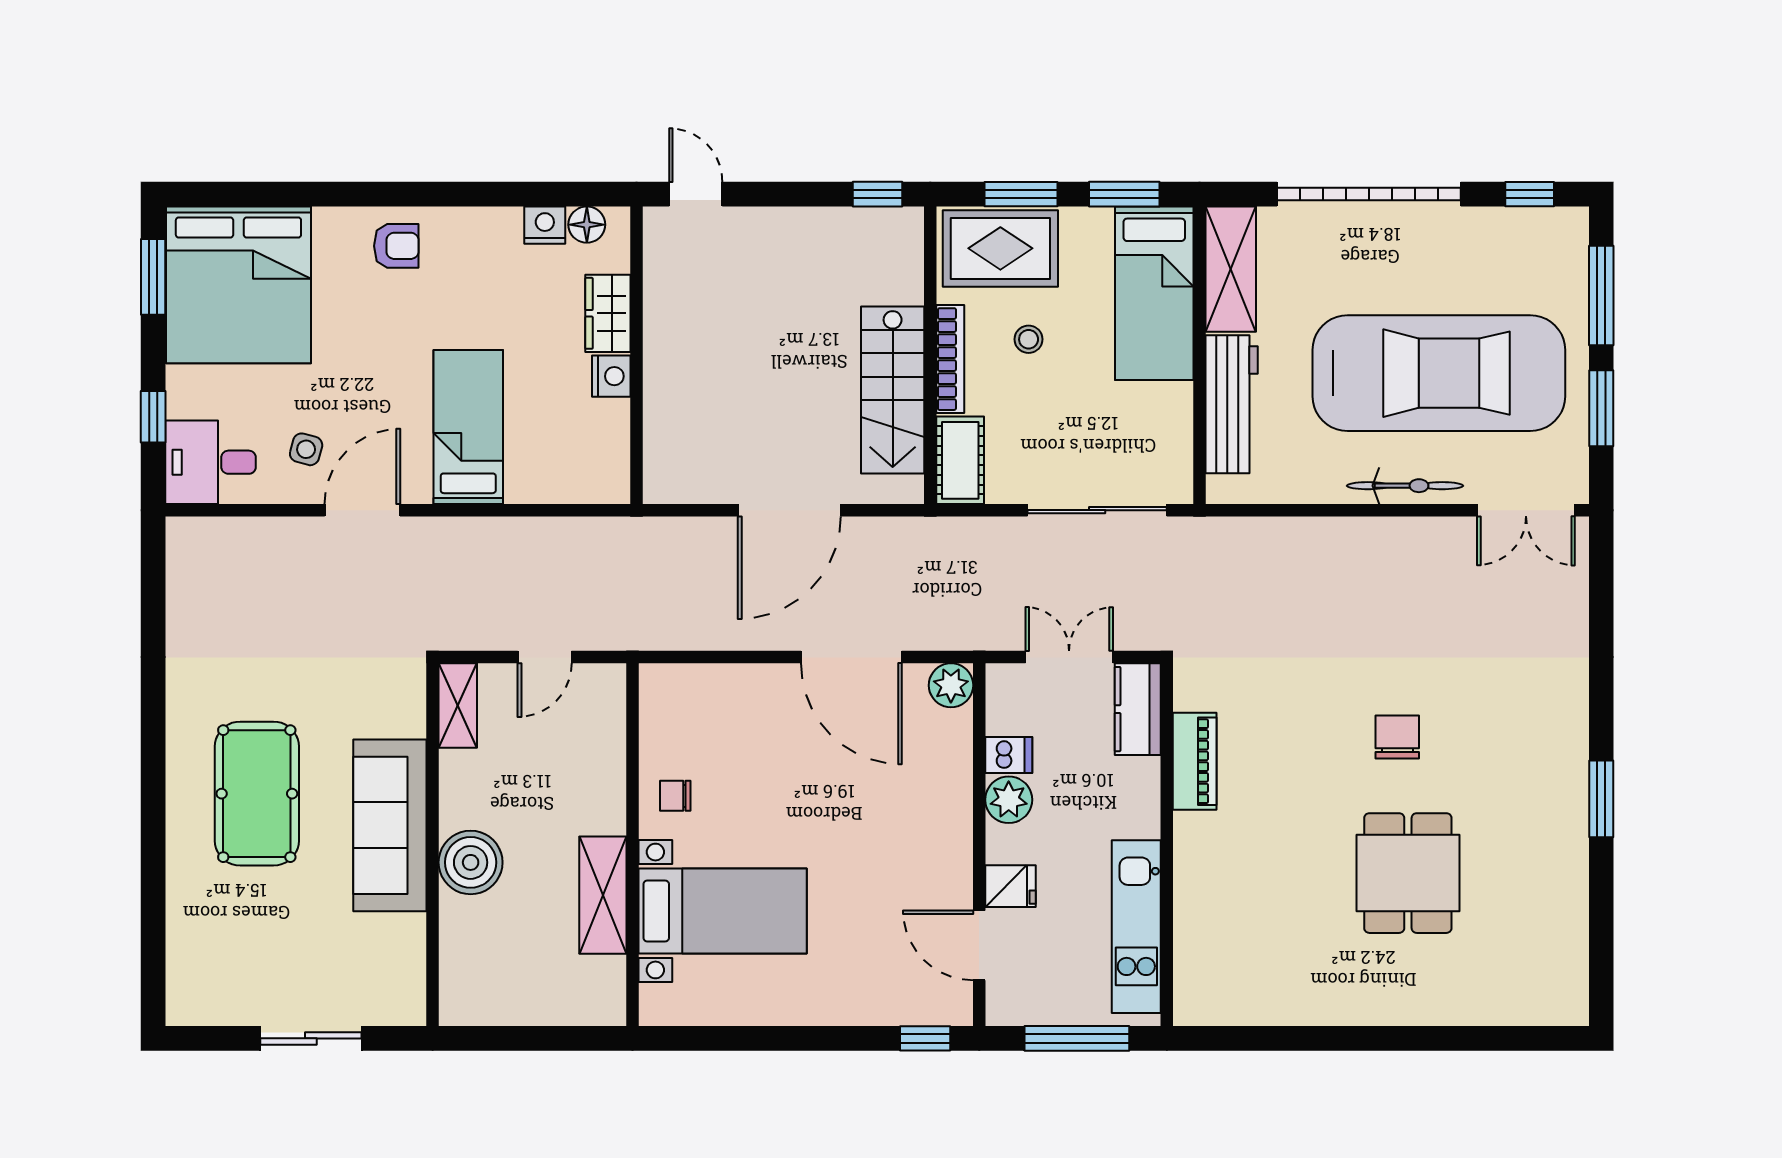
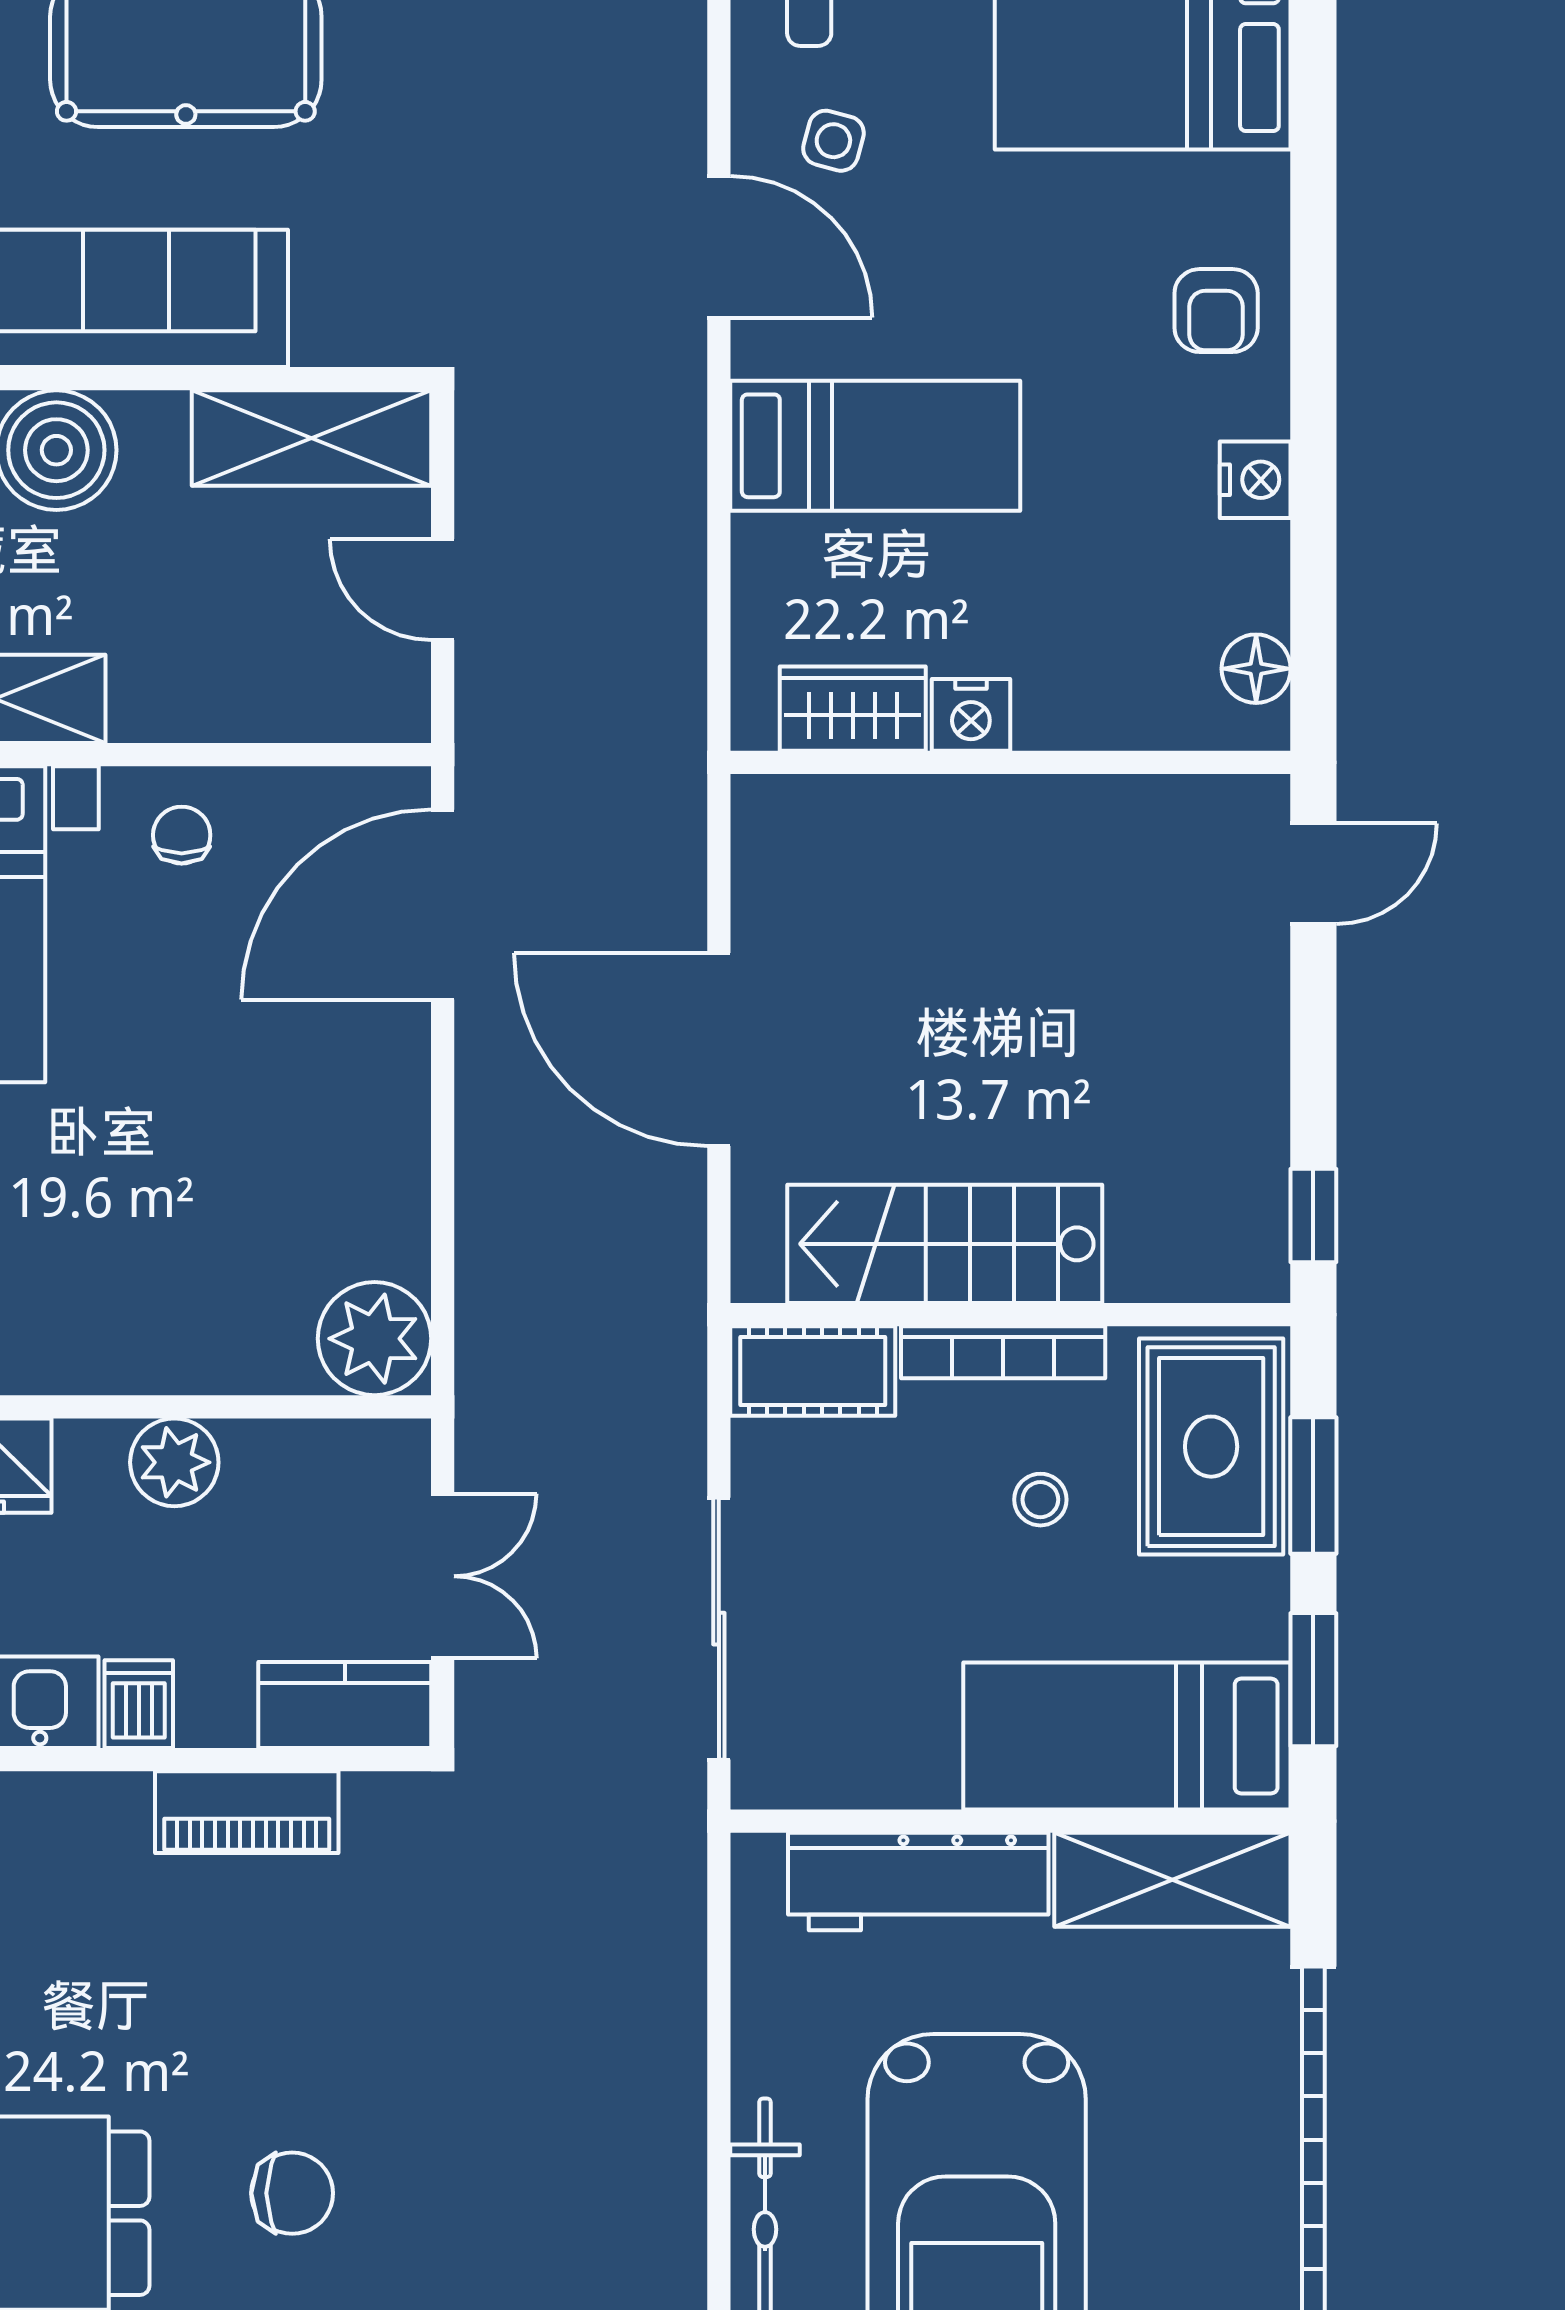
nightstand: (545, 225) -> (1255, 480), moved
wardrobe: (608, 313) -> (853, 709), moved
door: (851, 657) -> (443, 905), moved
plant: (951, 685) -> (375, 1339), width x1.36, depth x1.36
shelving: (458, 706) -> (312, 438), width x1.50, depth x1.33
dishwasher: (1009, 755) -> (139, 1704), moved, turned 180

